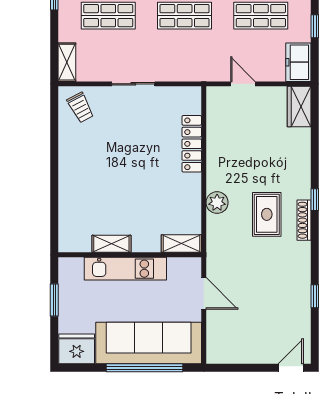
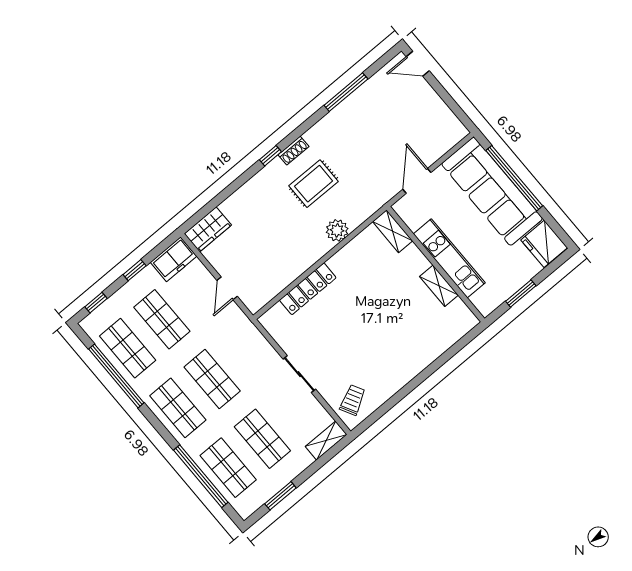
shoe rack: (304, 220) -> (293, 151), width x0.70
window: (315, 296) -> (346, 92), width x2.17

